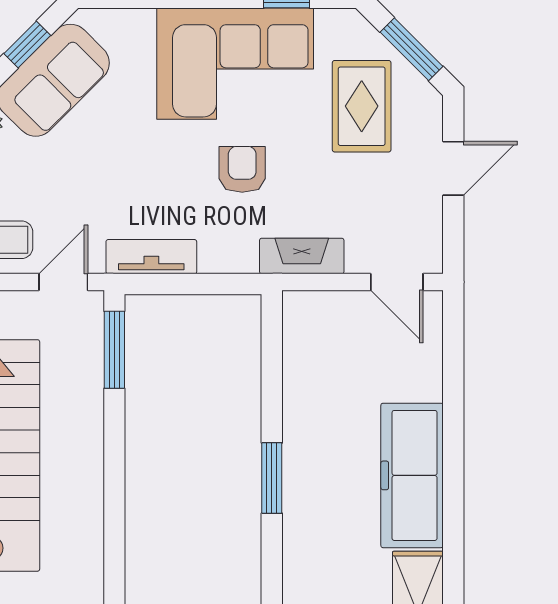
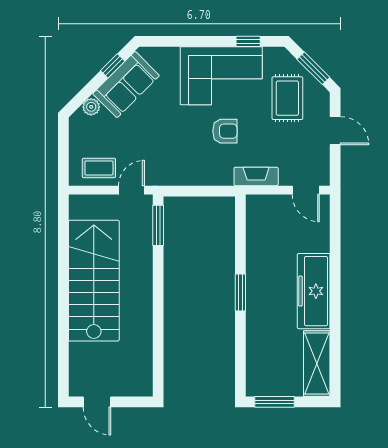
door: (453, 168) -> (335, 131), hinge flipped
armchair: (242, 169) -> (225, 131), turned 90
tv unit: (151, 257) -> (177, 177), removed

